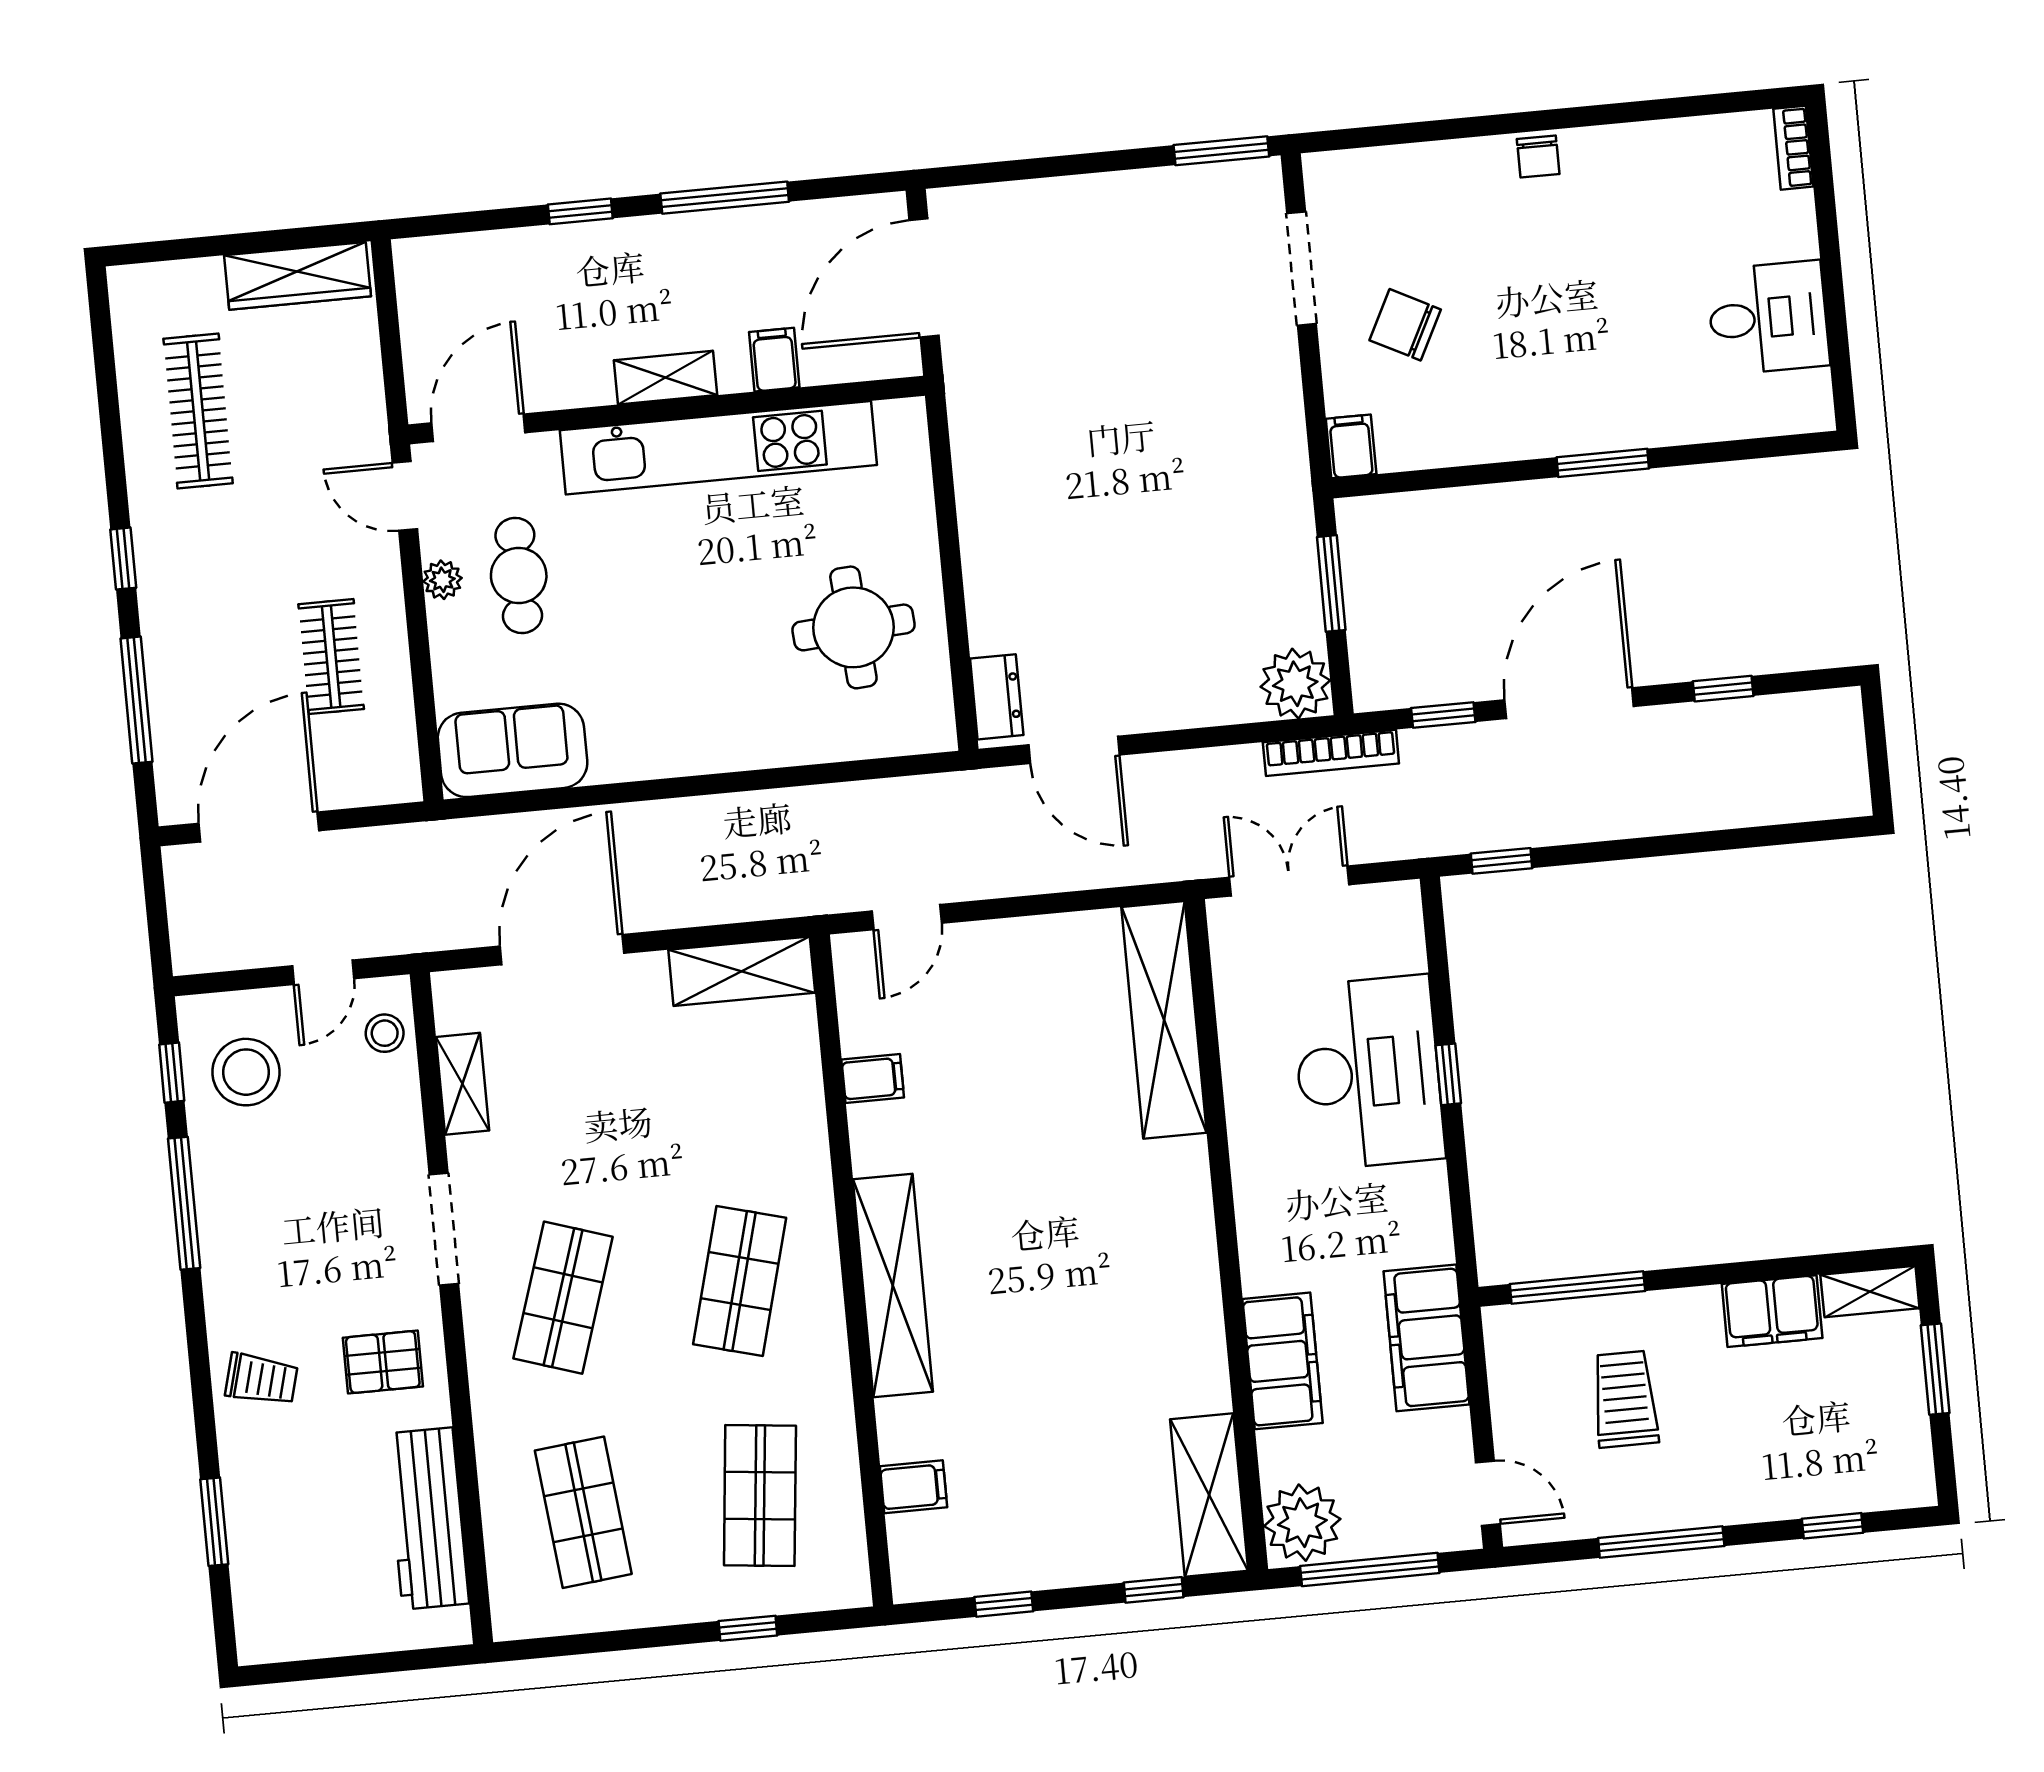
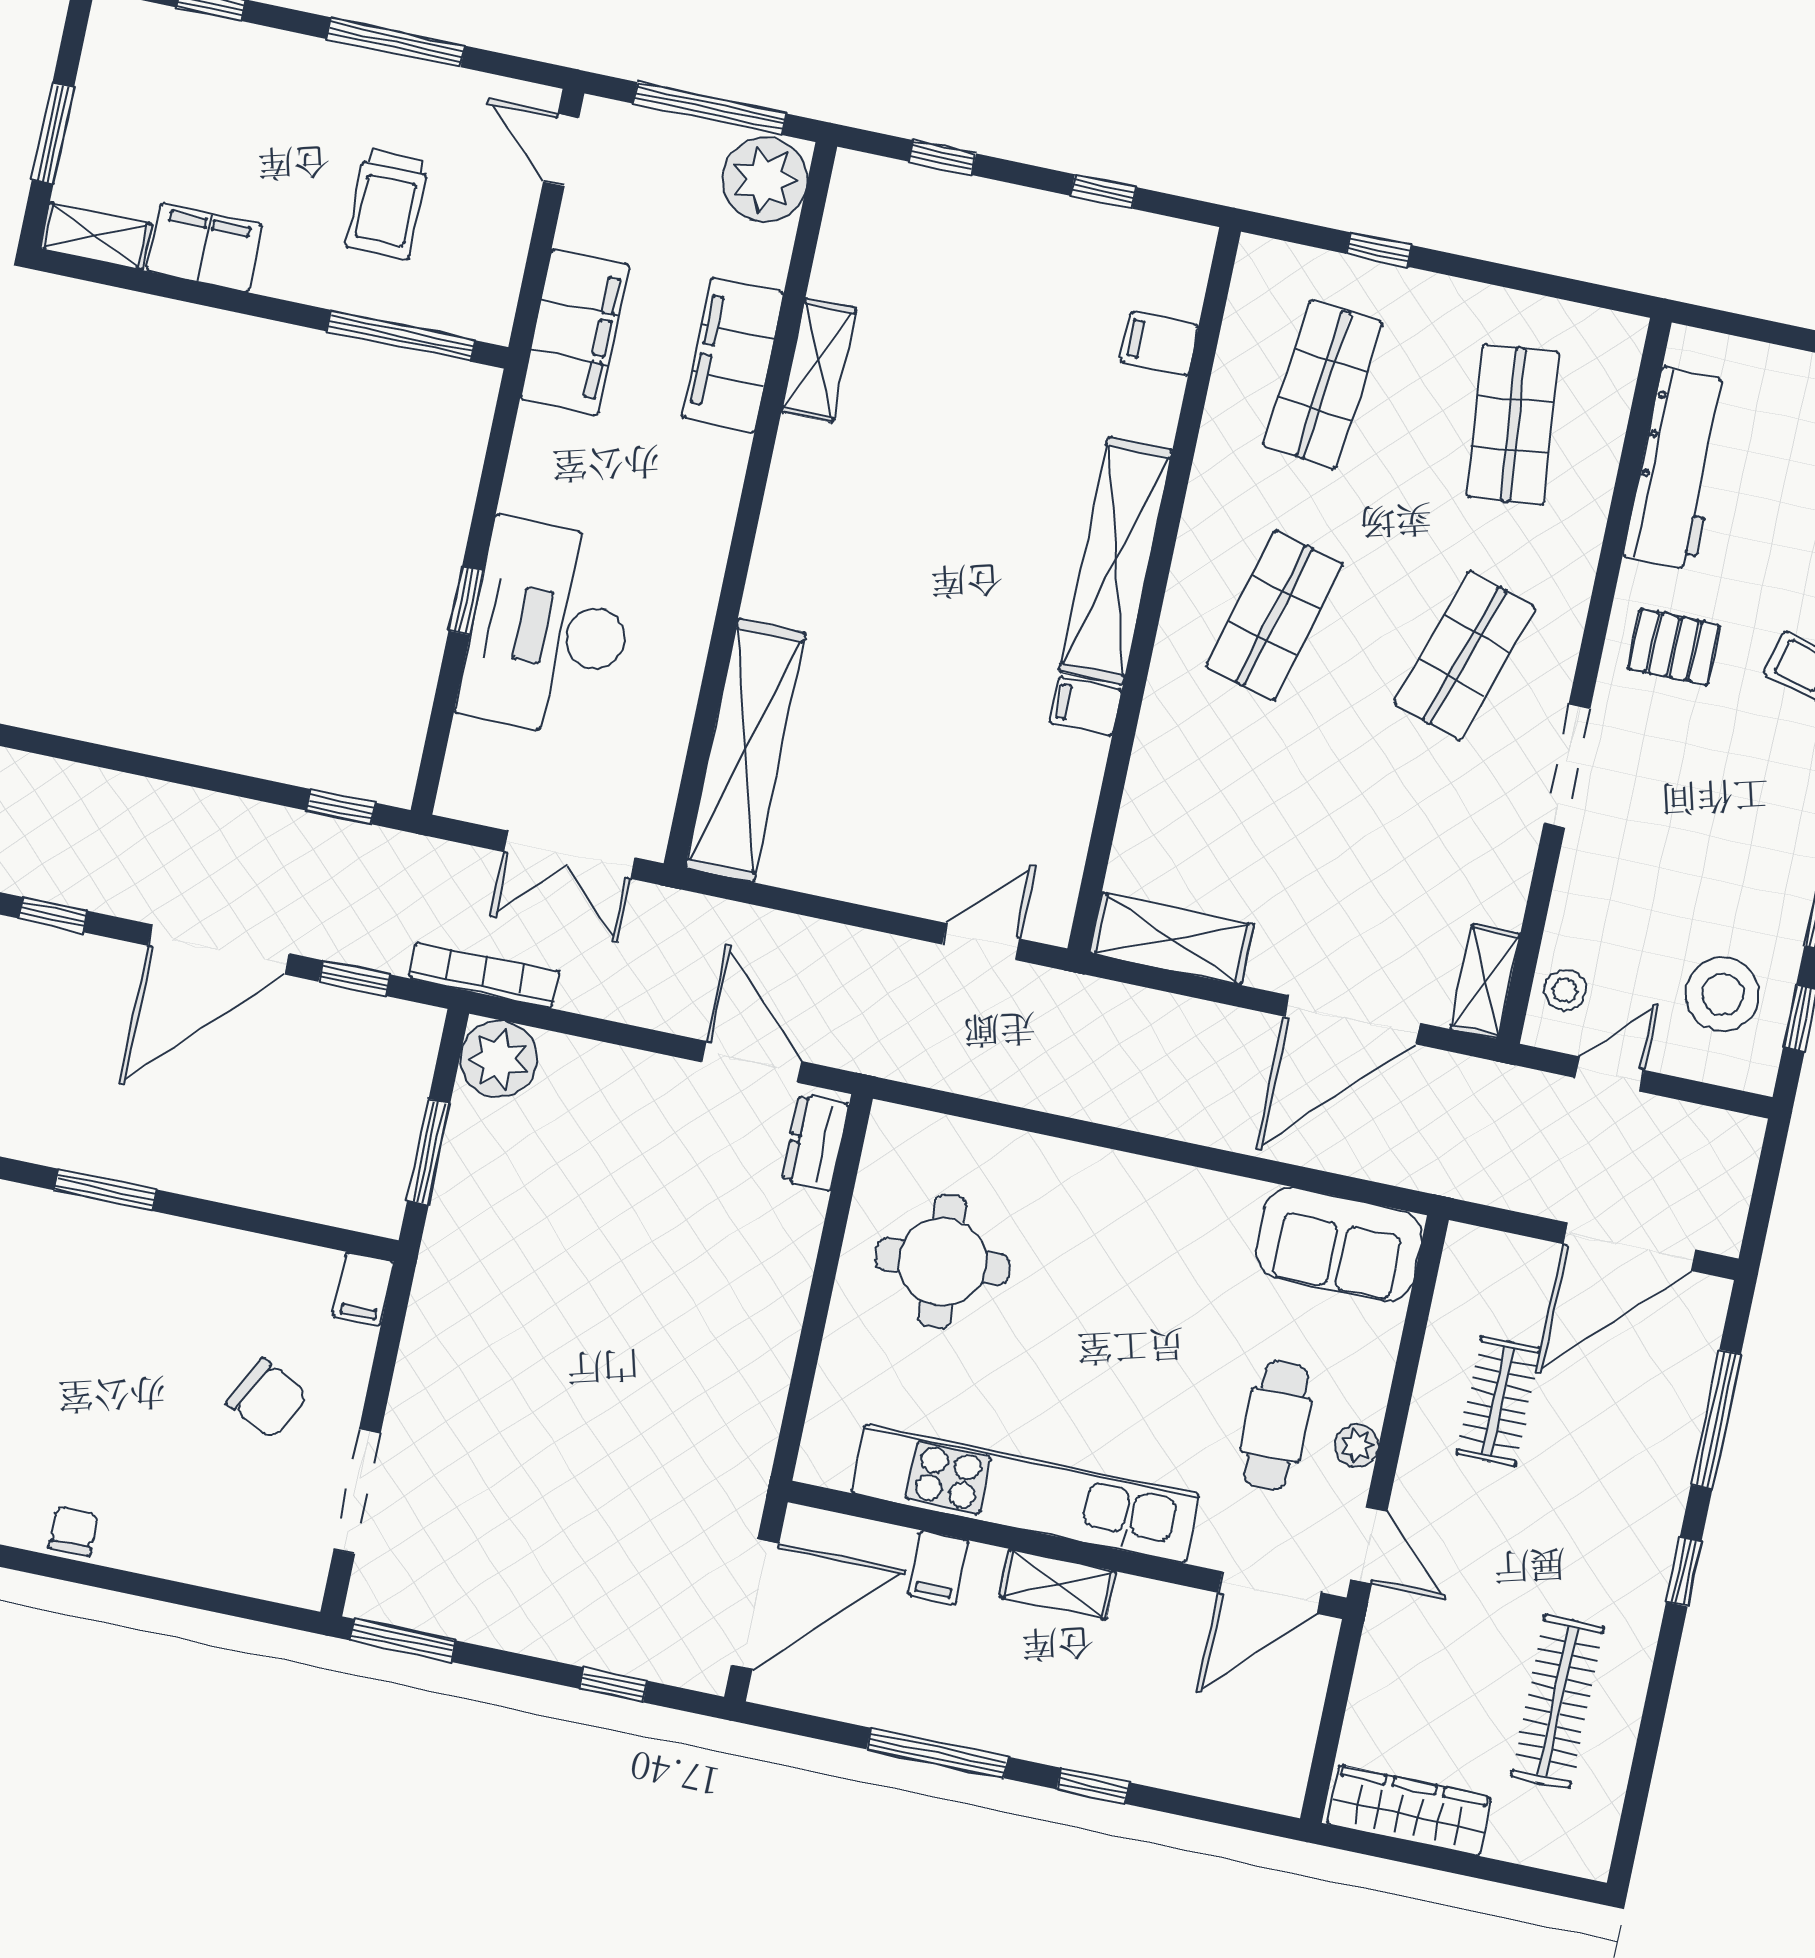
window: (1025, 169) -> (613, 1685), added
filing cabinet: (873, 1078) -> (1086, 706), moved
shelving: (462, 1084) -> (1485, 981), moved
shelving: (1209, 1495) -> (819, 360), moved, width x0.67, depth x0.75

